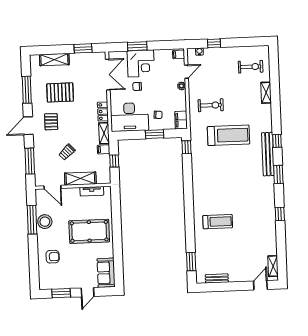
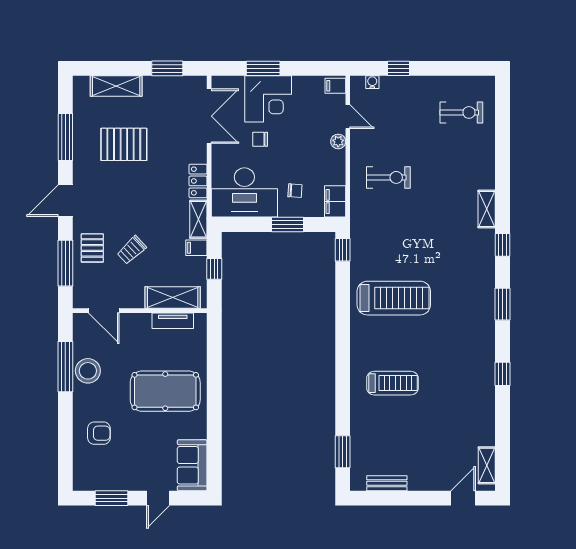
door: (186, 72) -> (348, 117), hinge flipped
shelving: (266, 93) -> (487, 209), moved
pallet: (51, 122) -> (92, 248), moved
treadmill: (229, 135) -> (394, 298), moved
bench: (268, 154) -> (486, 268), removed
shelving: (80, 179) -> (173, 297), moved

